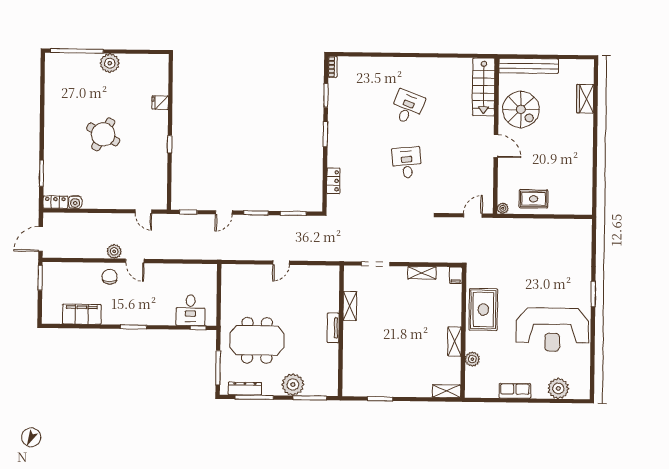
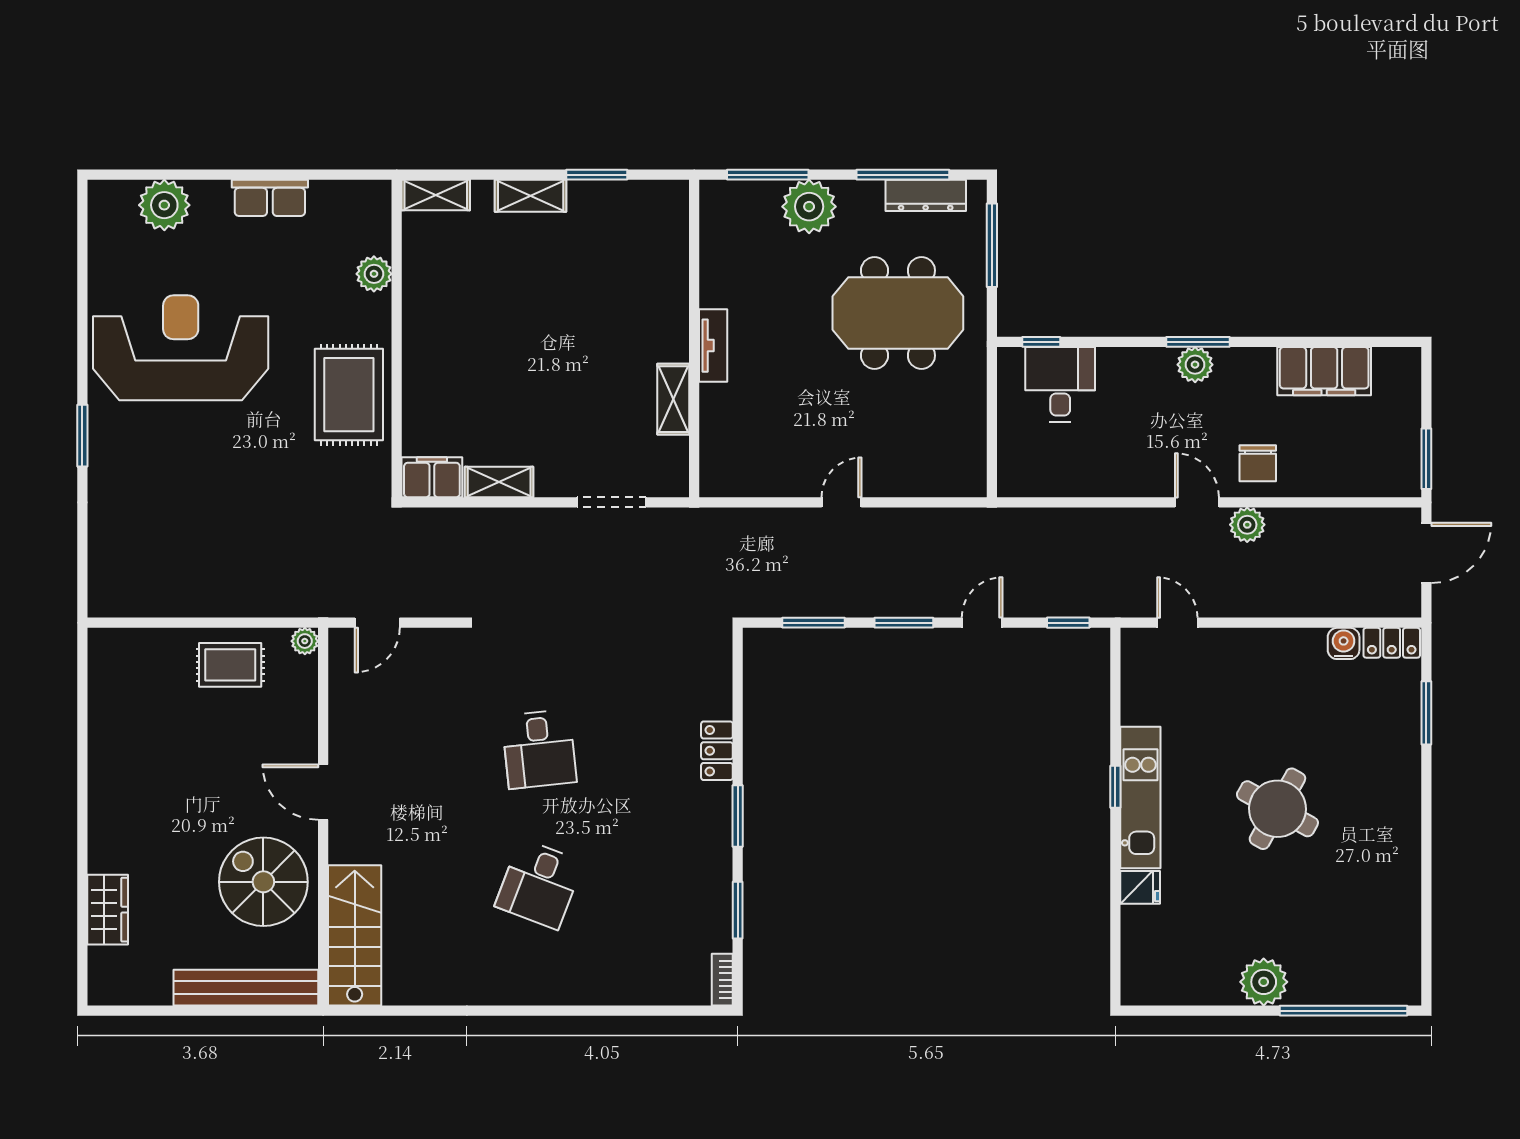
kitchen unit: (160, 140) -> (1140, 797), added
locker: (333, 181) -> (717, 751), moved
filing cabinet: (456, 275) -> (432, 477), width x2.00
plant: (135, 318) -> (1195, 365), added
shelving: (455, 342) -> (531, 196), moved, turned 90

